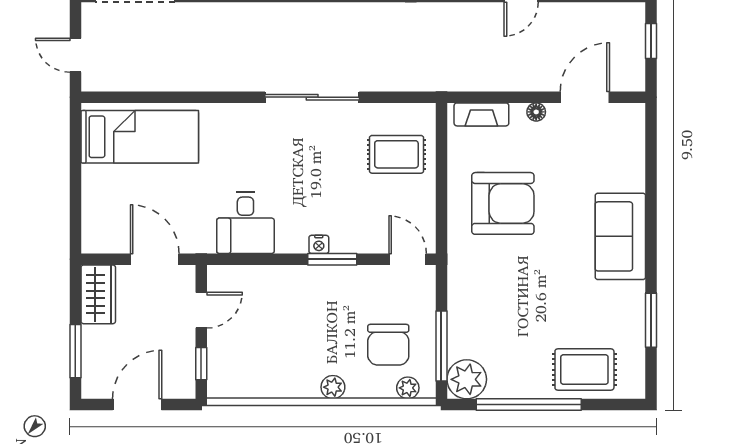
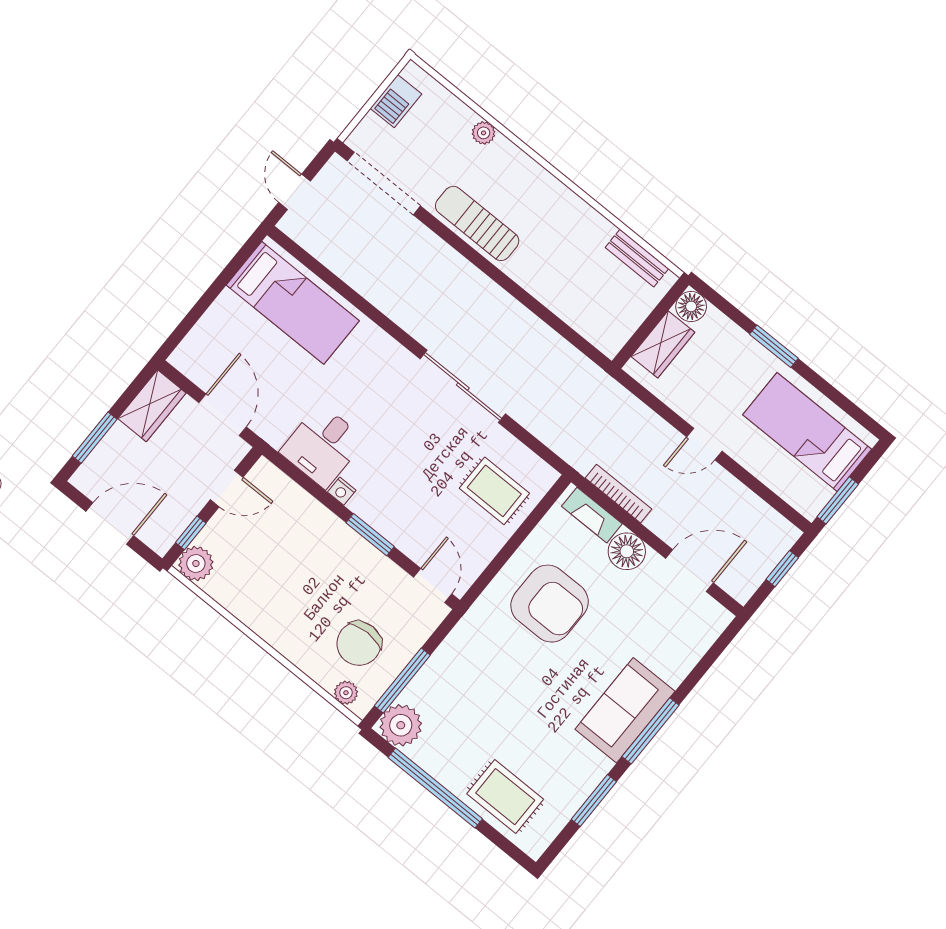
bookcase: (488, 83) -> (618, 494), added
floor lamp: (536, 112) -> (627, 551), width x1.89, depth x1.89
window: (651, 236) -> (650, 731), added
nightstand: (319, 244) -> (342, 491), moved
plant: (333, 387) -> (196, 564), moved, width x1.38, depth x1.38

